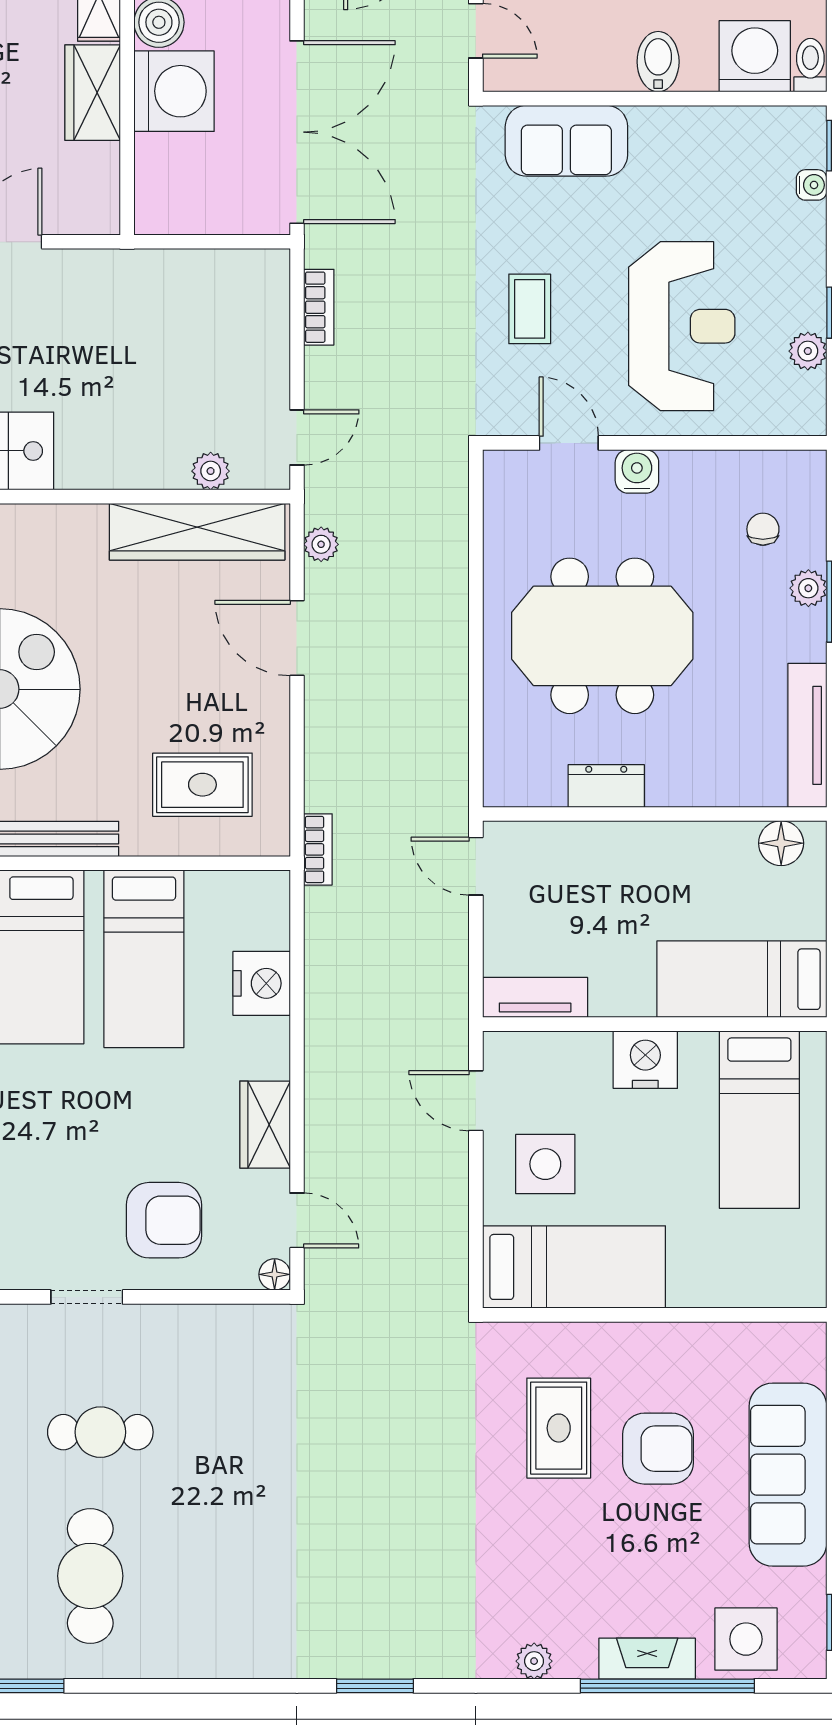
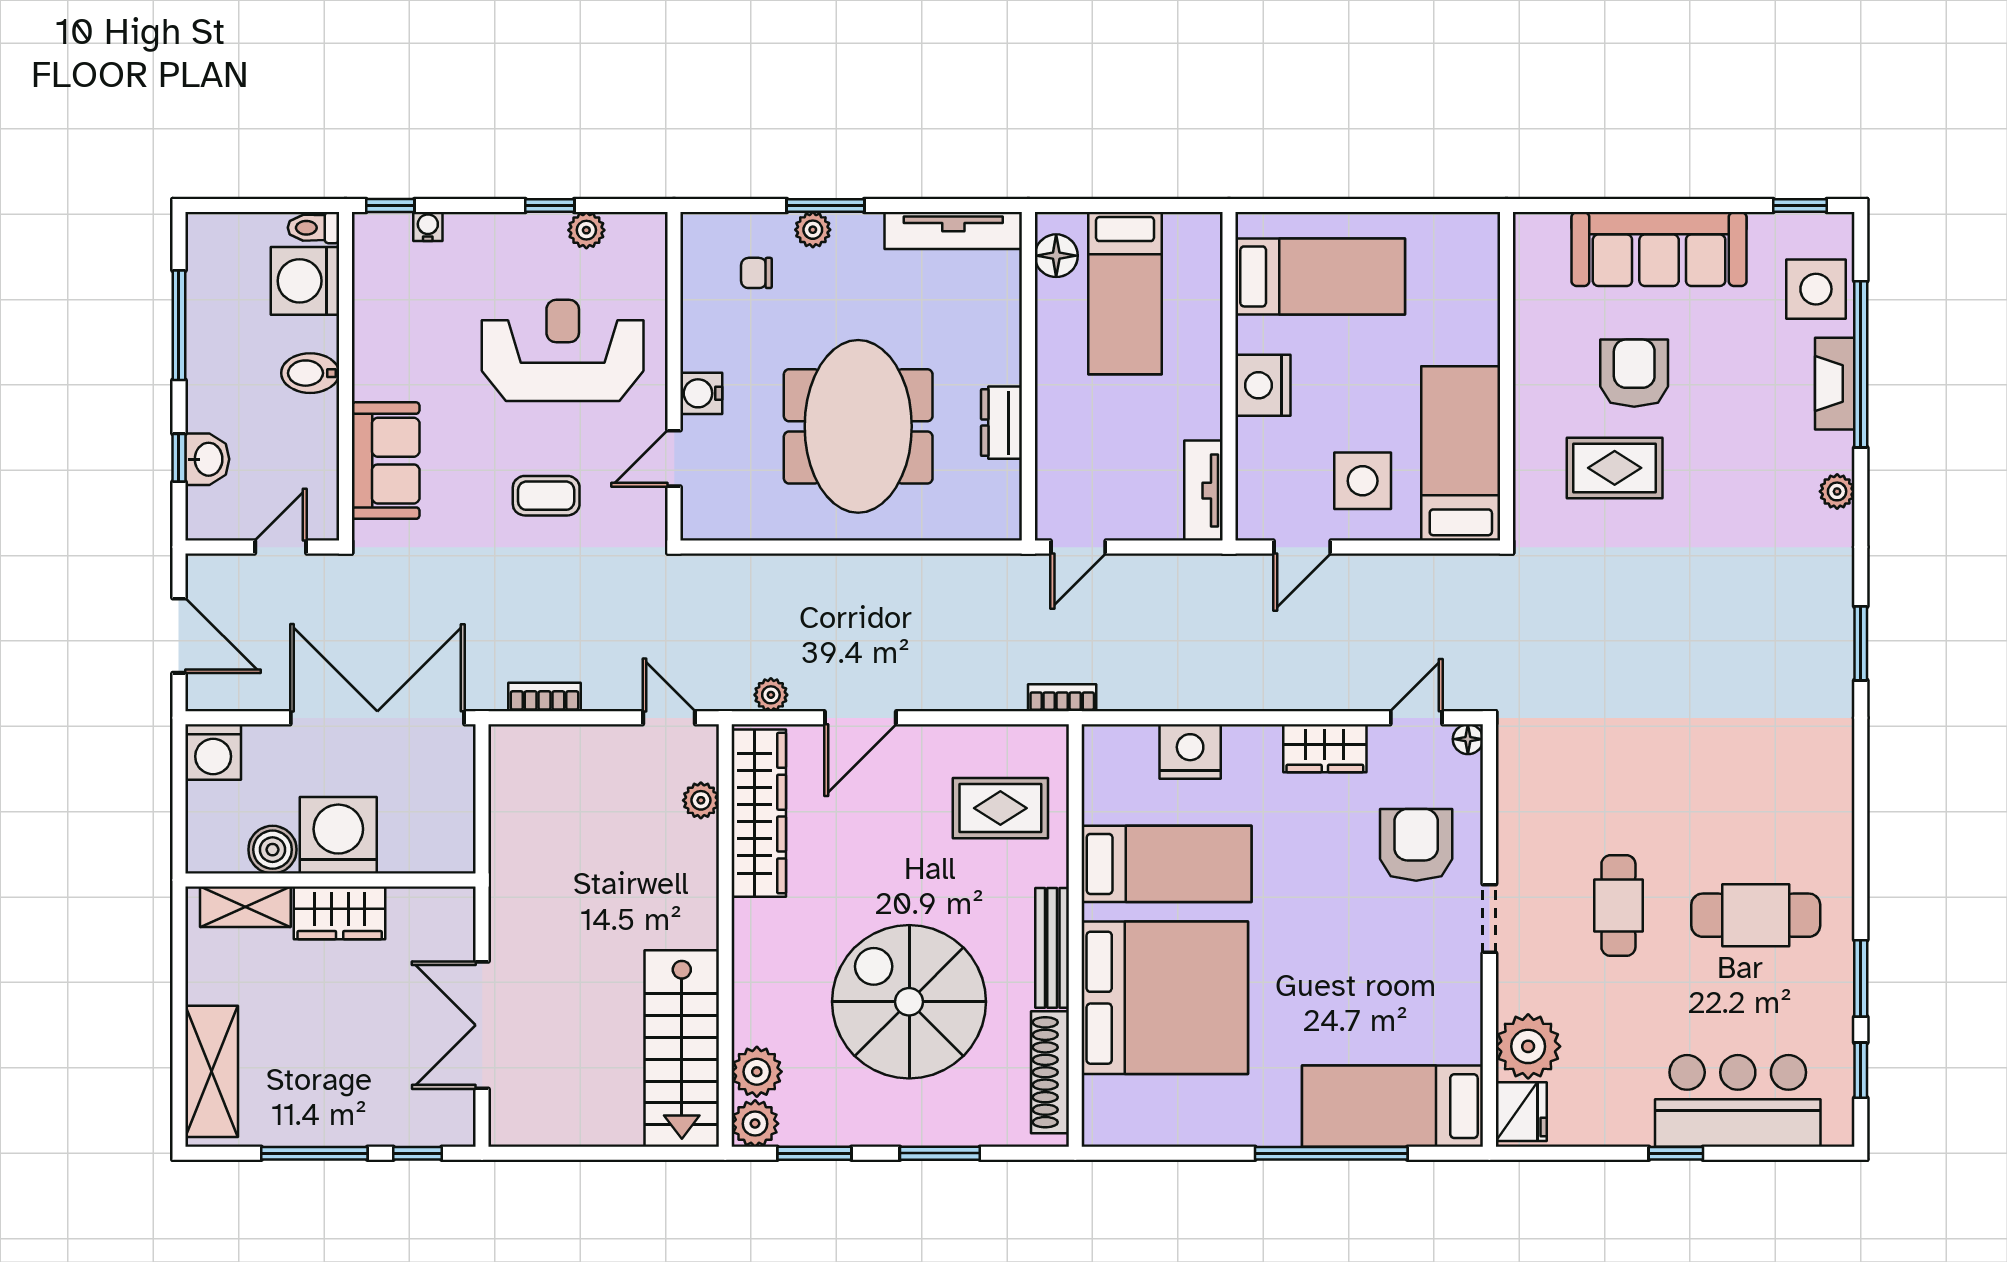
rug: (202, 785) -> (1000, 808), turned 90
bed: (742, 979) -> (1125, 293), moved

